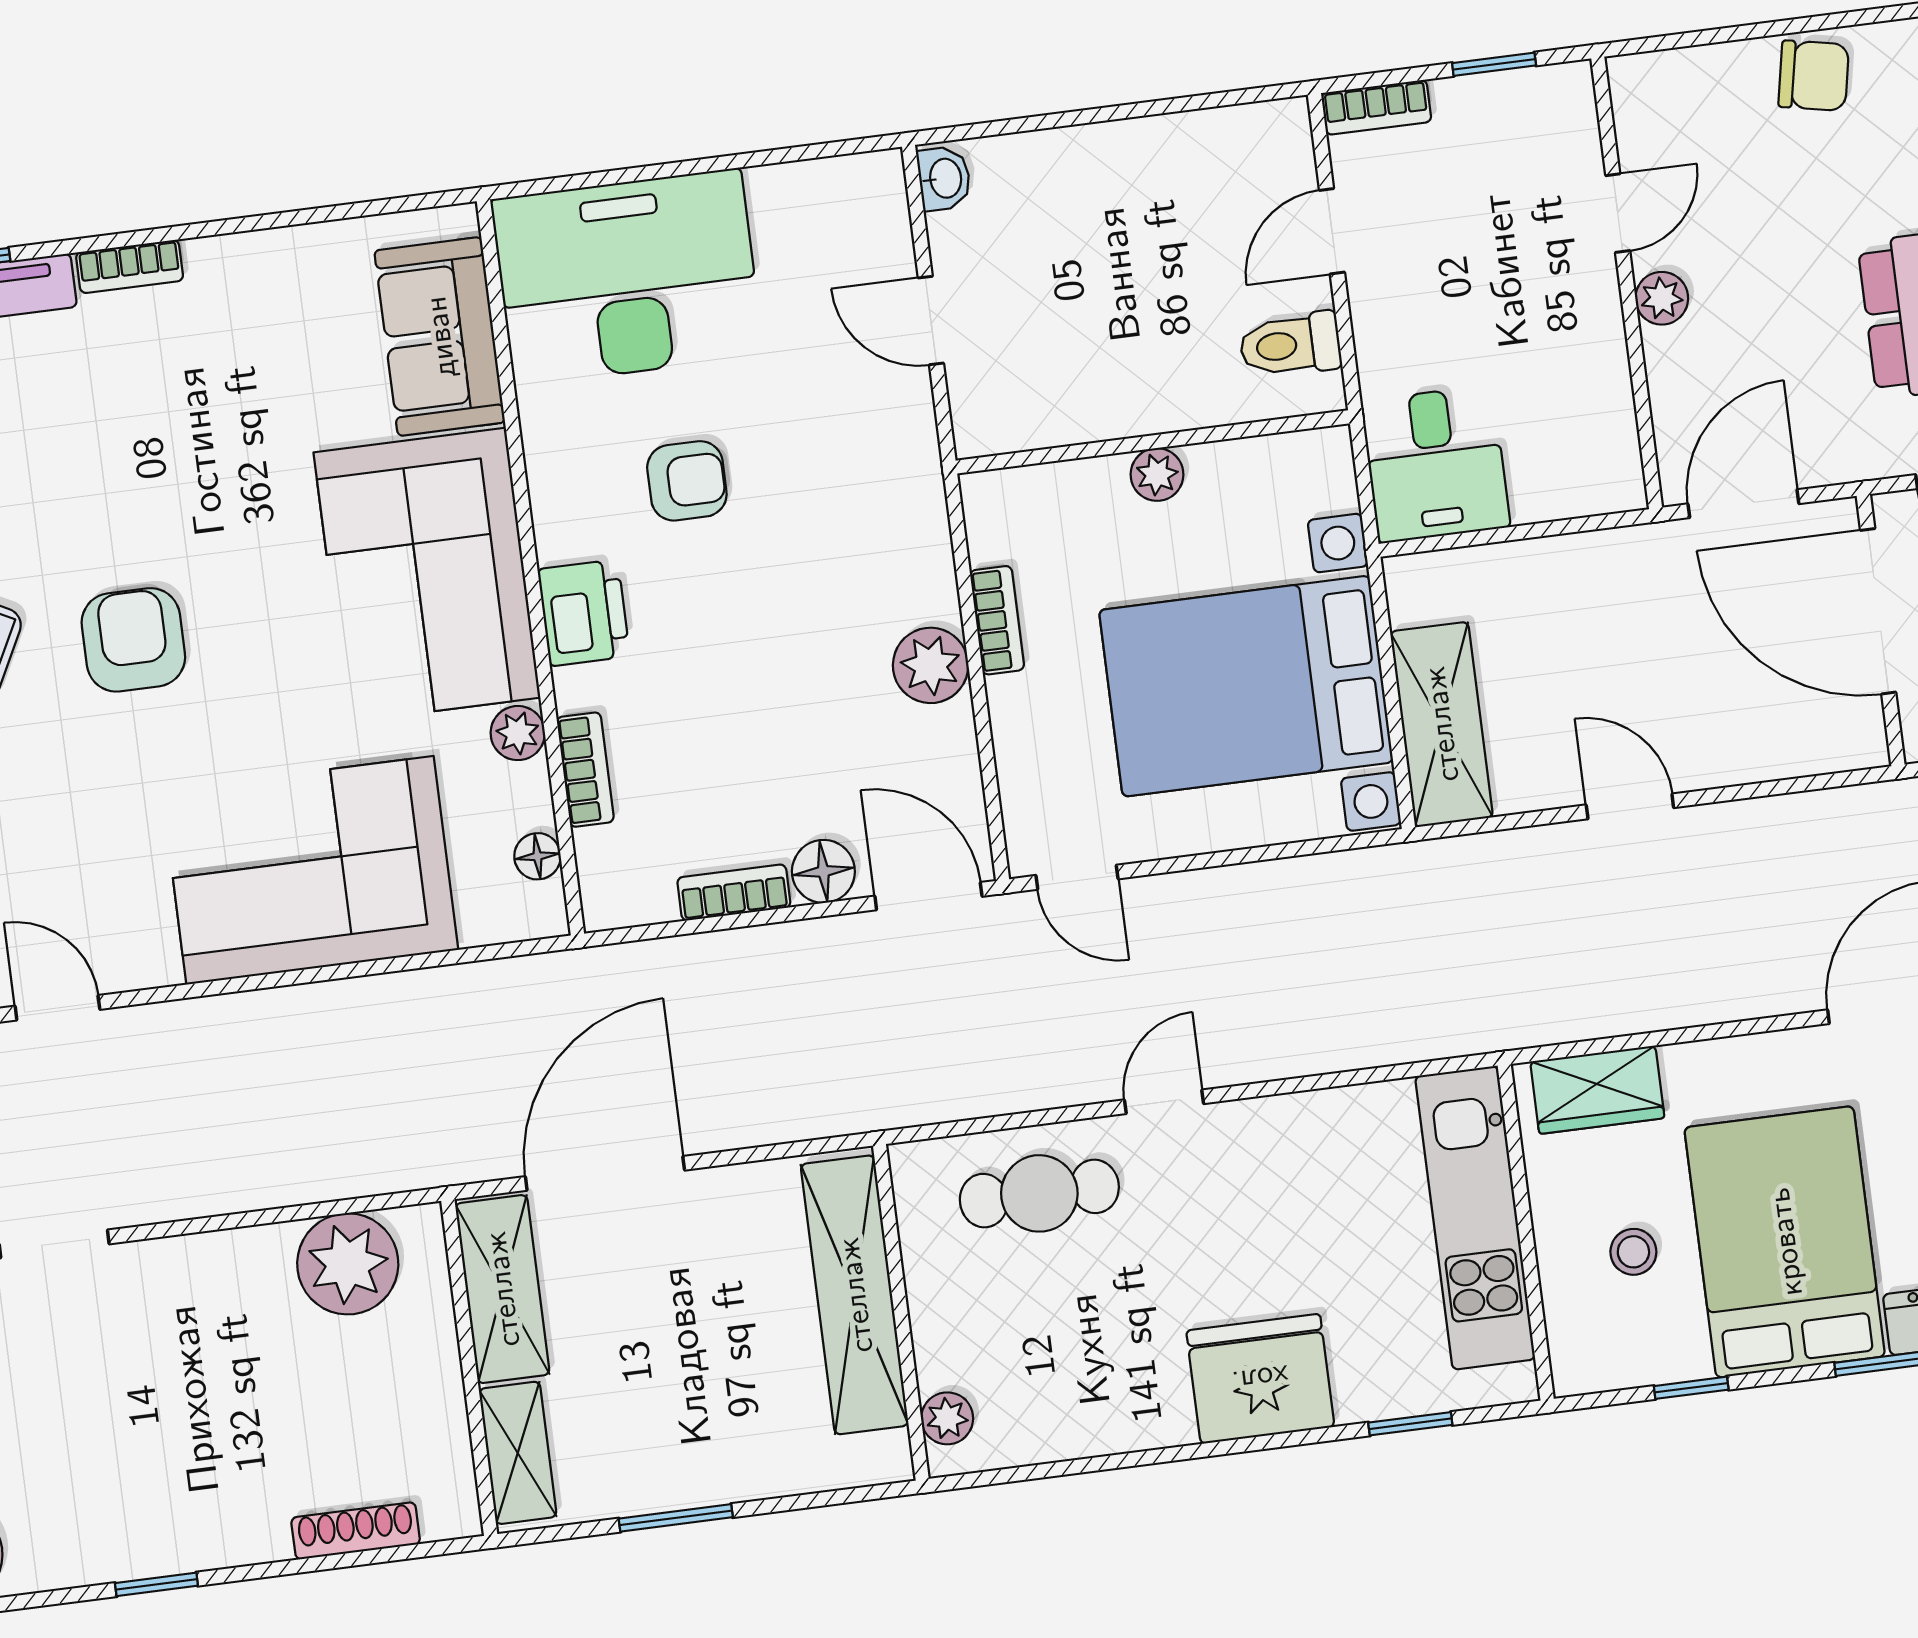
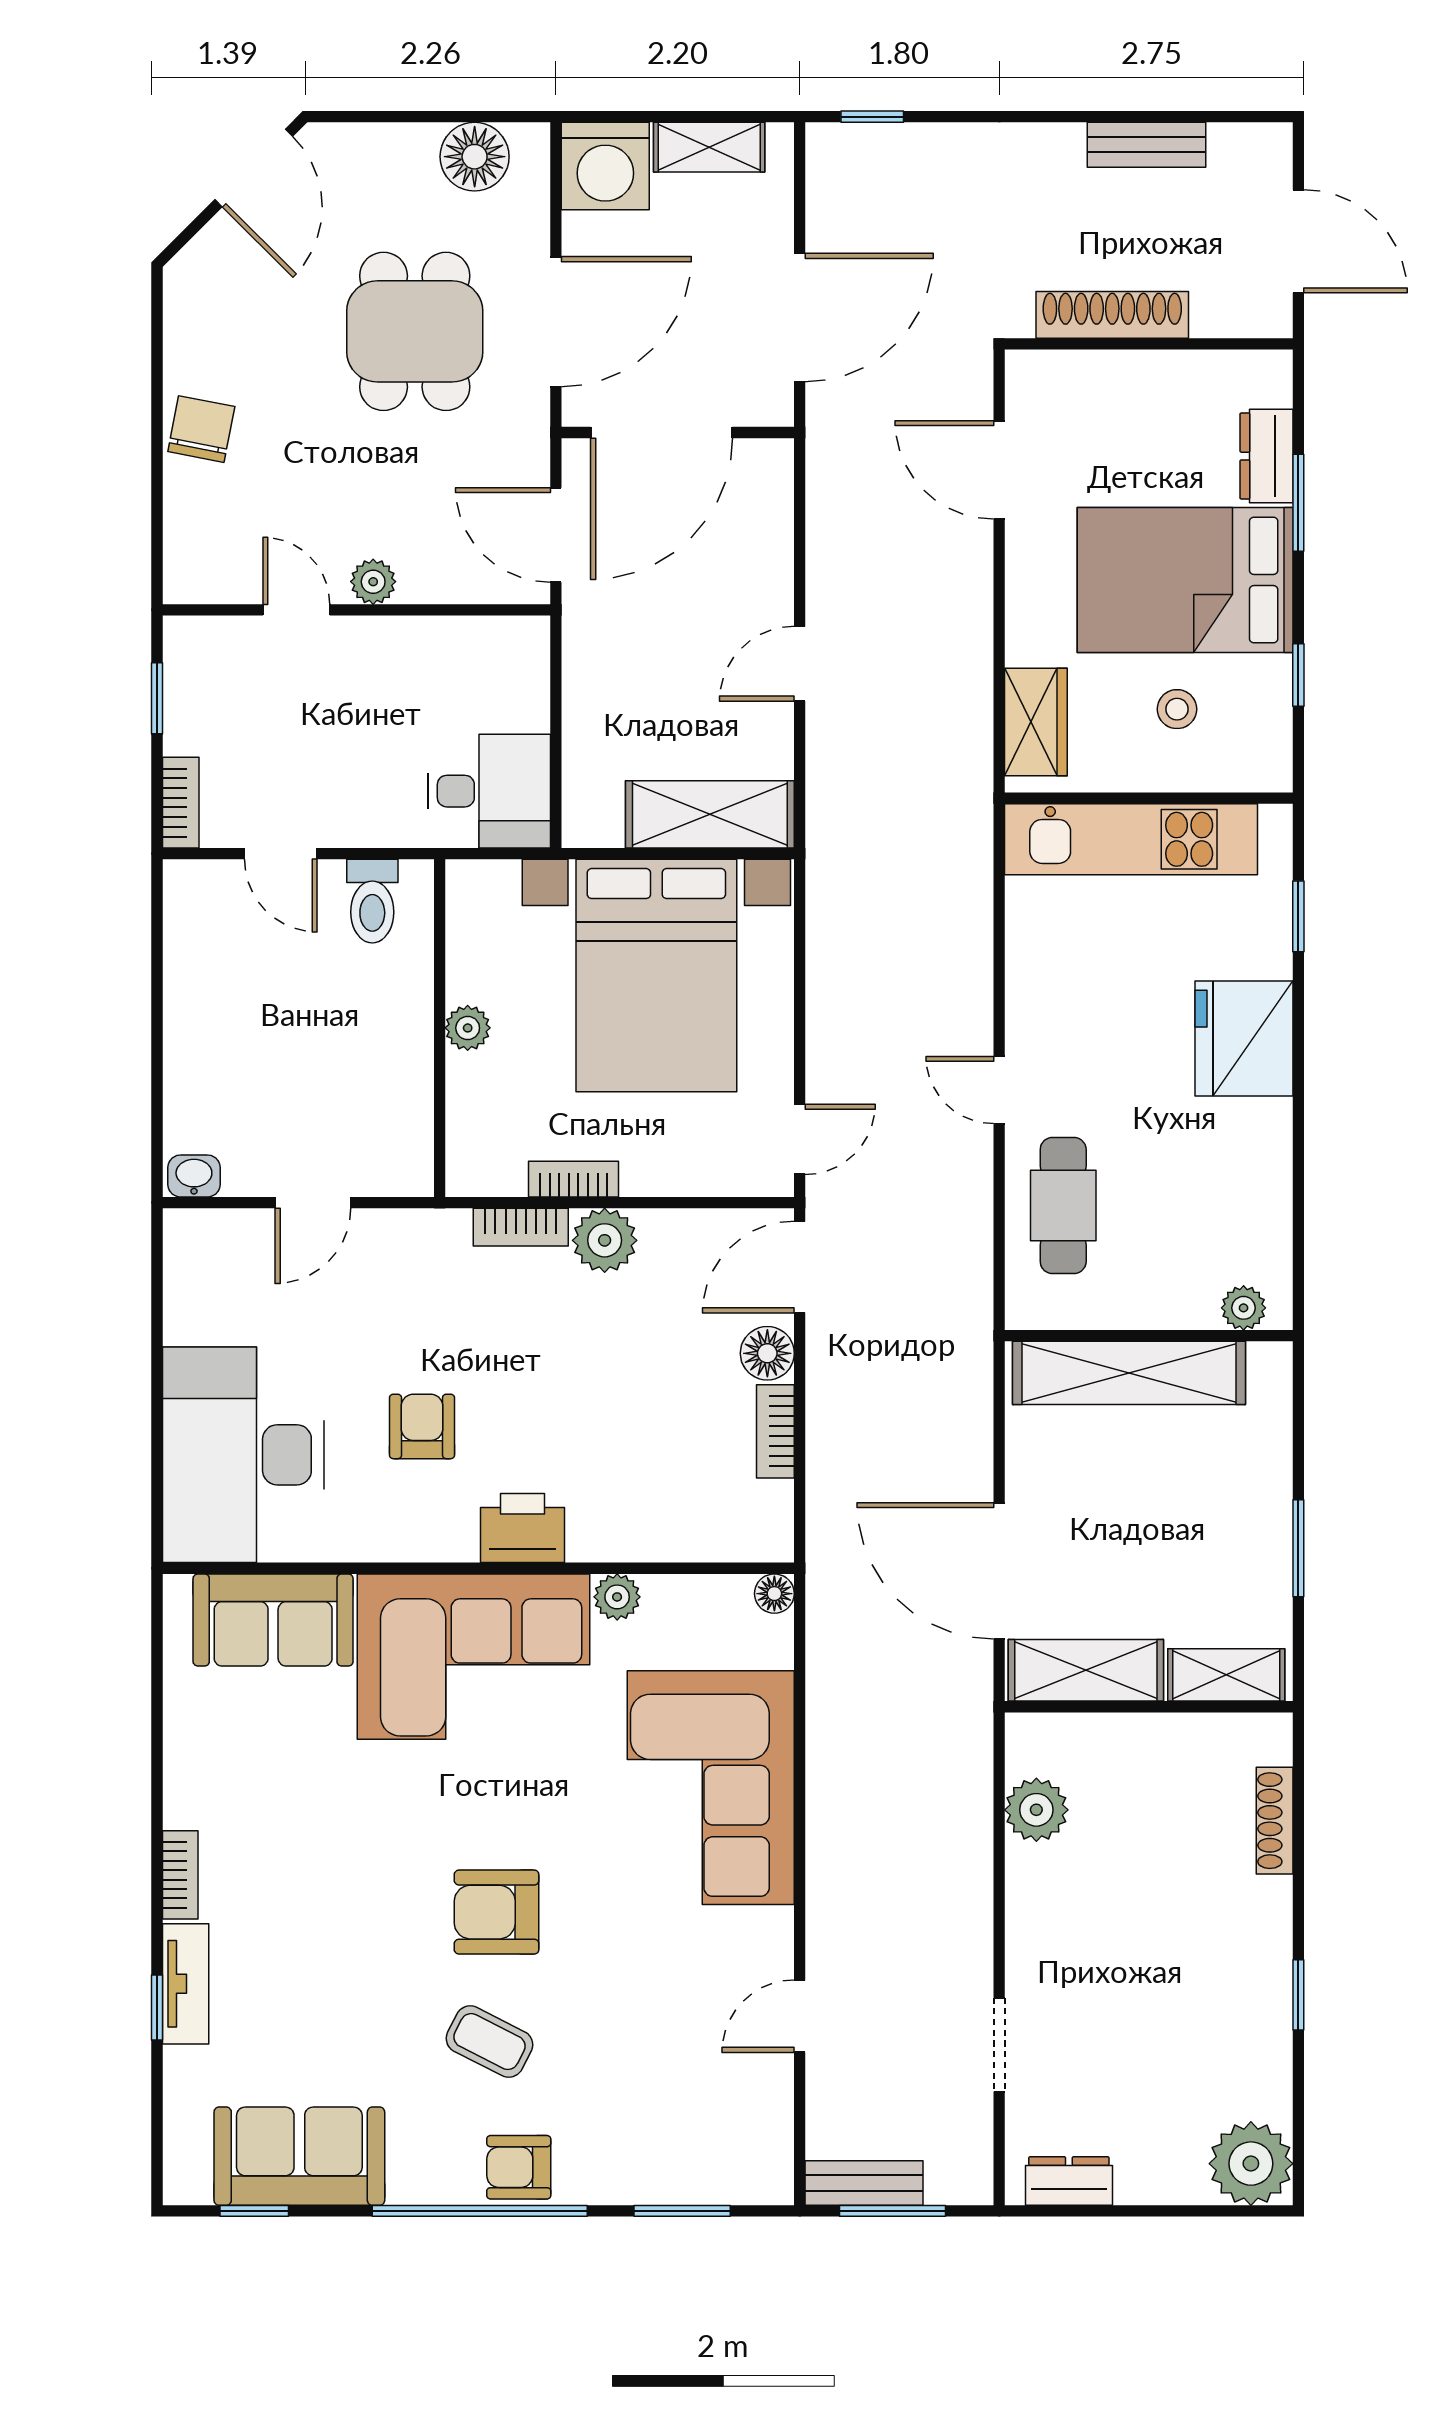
bookcase: (585, 770) -> (521, 1227), moved, turned 180
floor lamp: (537, 856) -> (774, 1594), moved
plant: (348, 1264) -> (1036, 1810), width x0.73, depth x0.73

